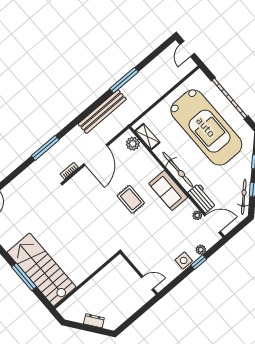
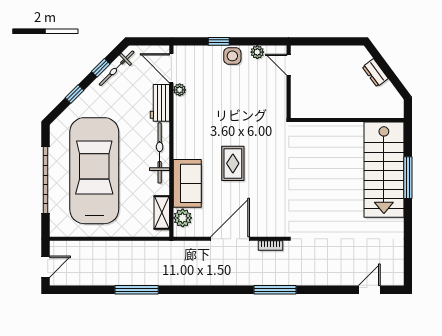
bench: (102, 112) -> (186, 277), removed
sofa: (168, 190) -> (187, 183), moved
plant: (201, 250) -> (257, 52), moved

